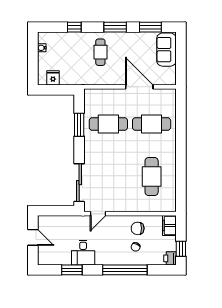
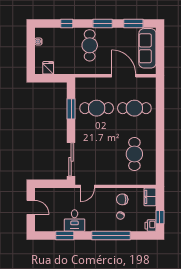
sofa: (166, 50) -> (147, 48), width x1.36
cafe table: (100, 52) -> (90, 45), width x1.37, depth x1.35

